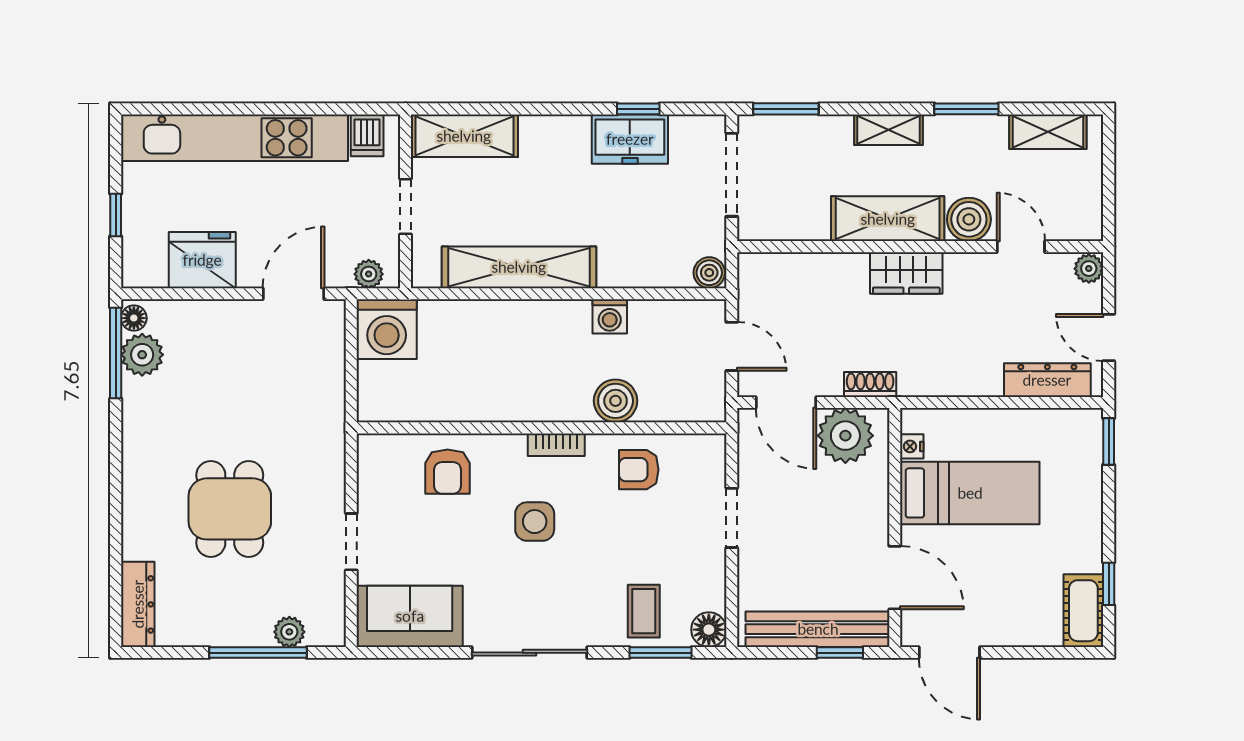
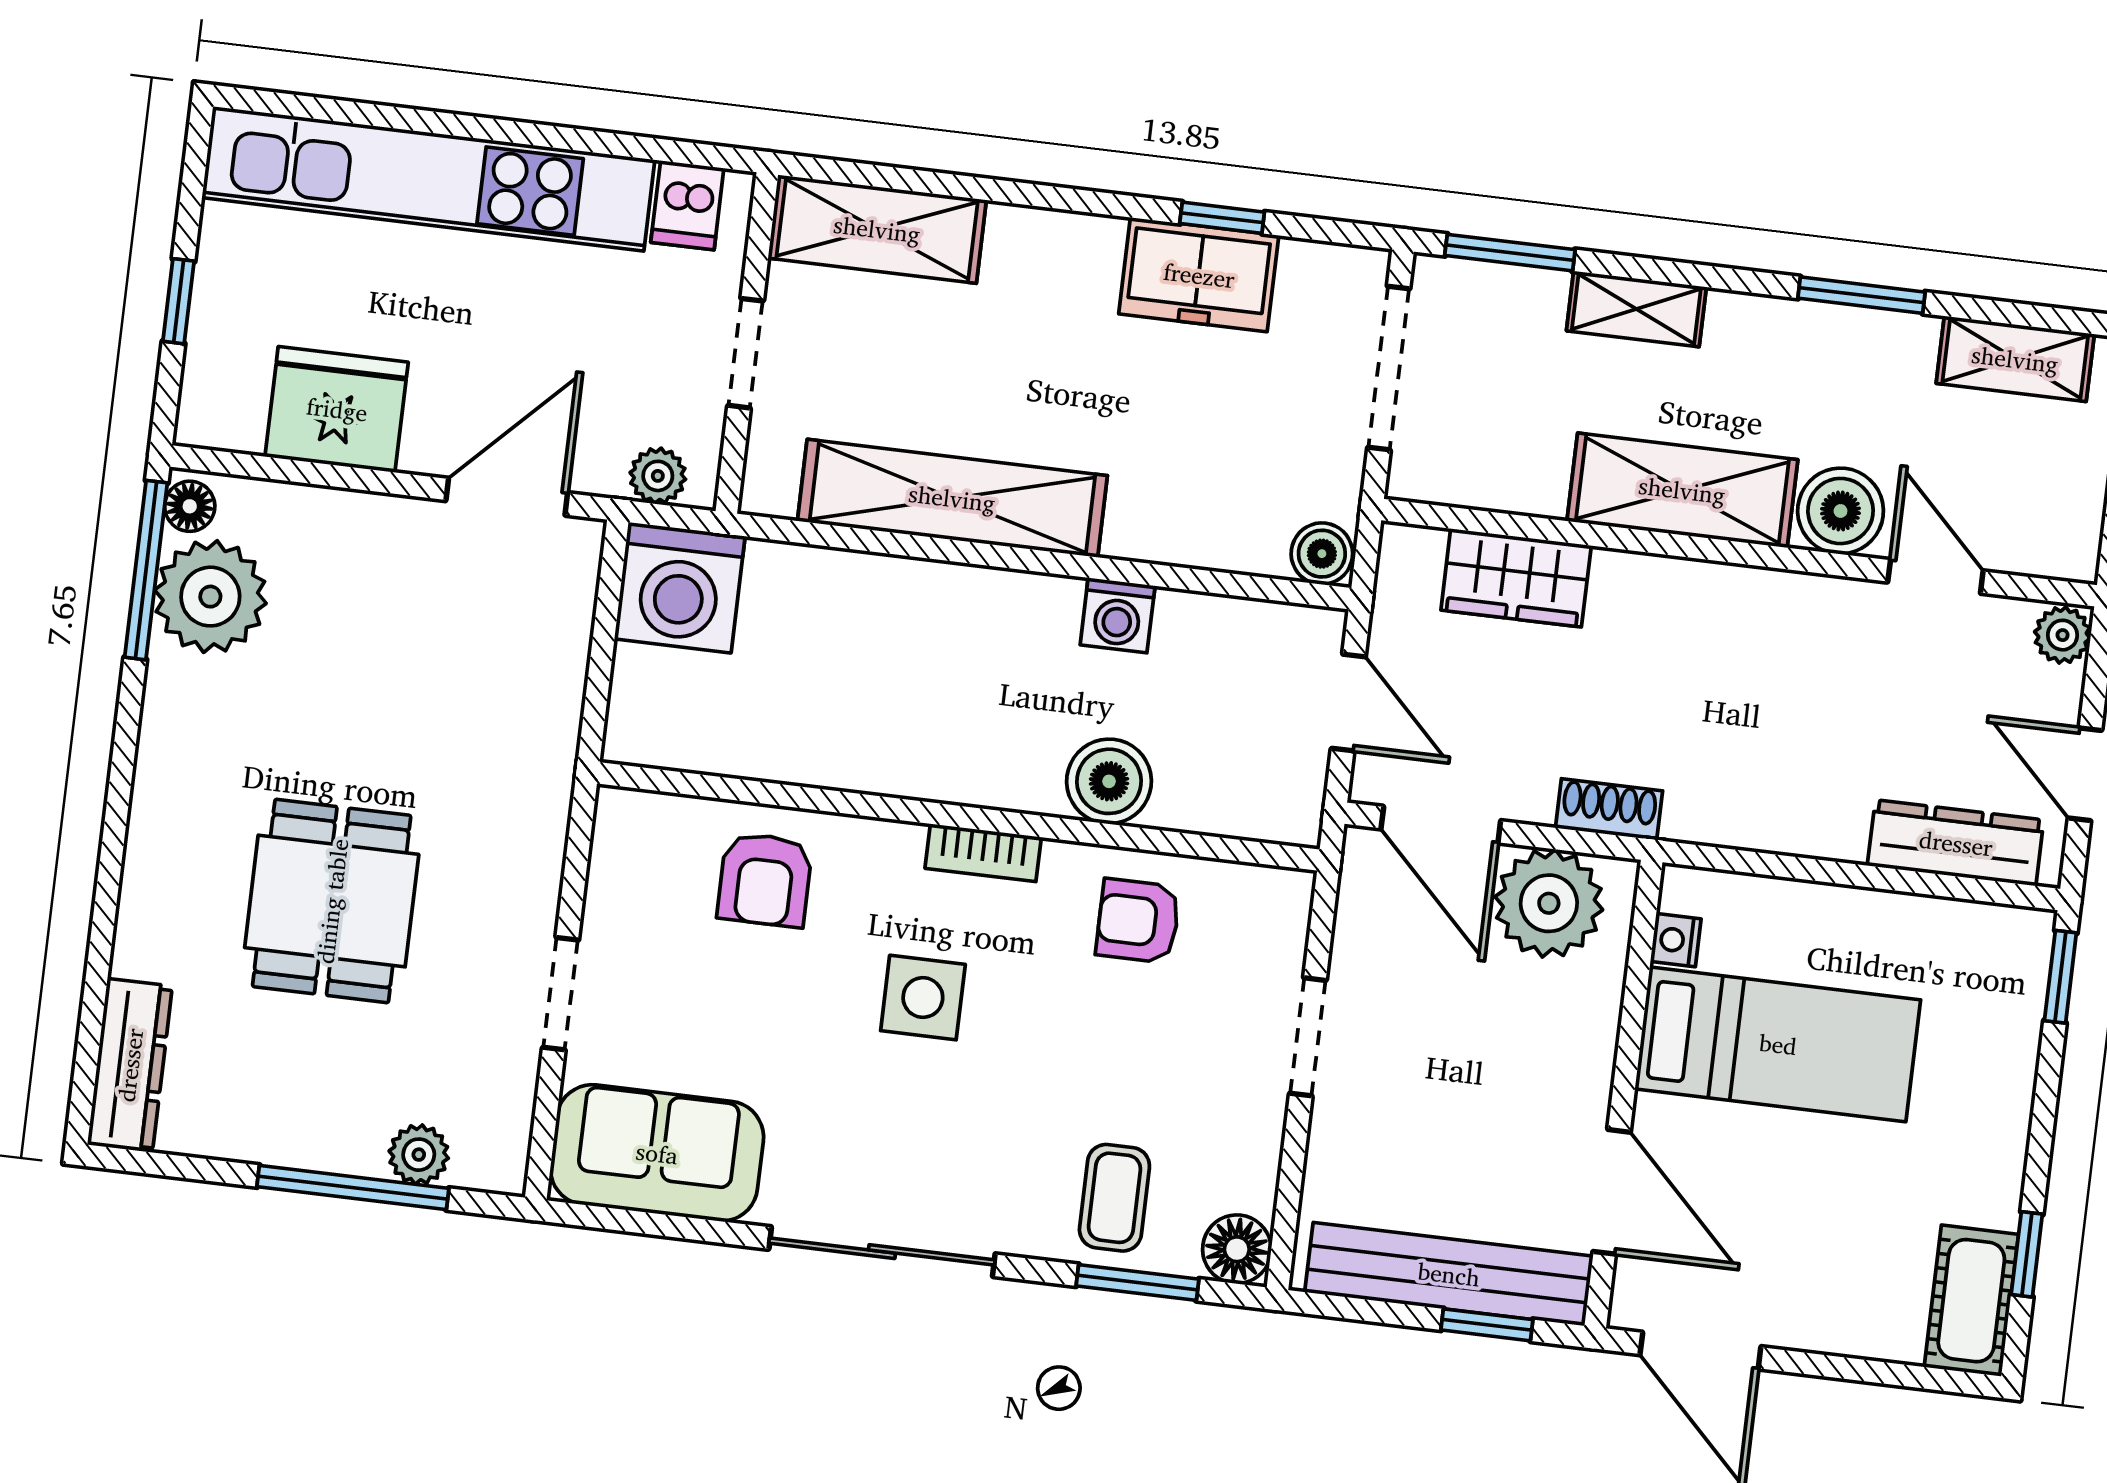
shelving: (889, 130) -> (1636, 309), moved
wardrobe: (906, 273) -> (1516, 578), moved
plant: (142, 355) -> (210, 597), width x1.36, depth x1.36

